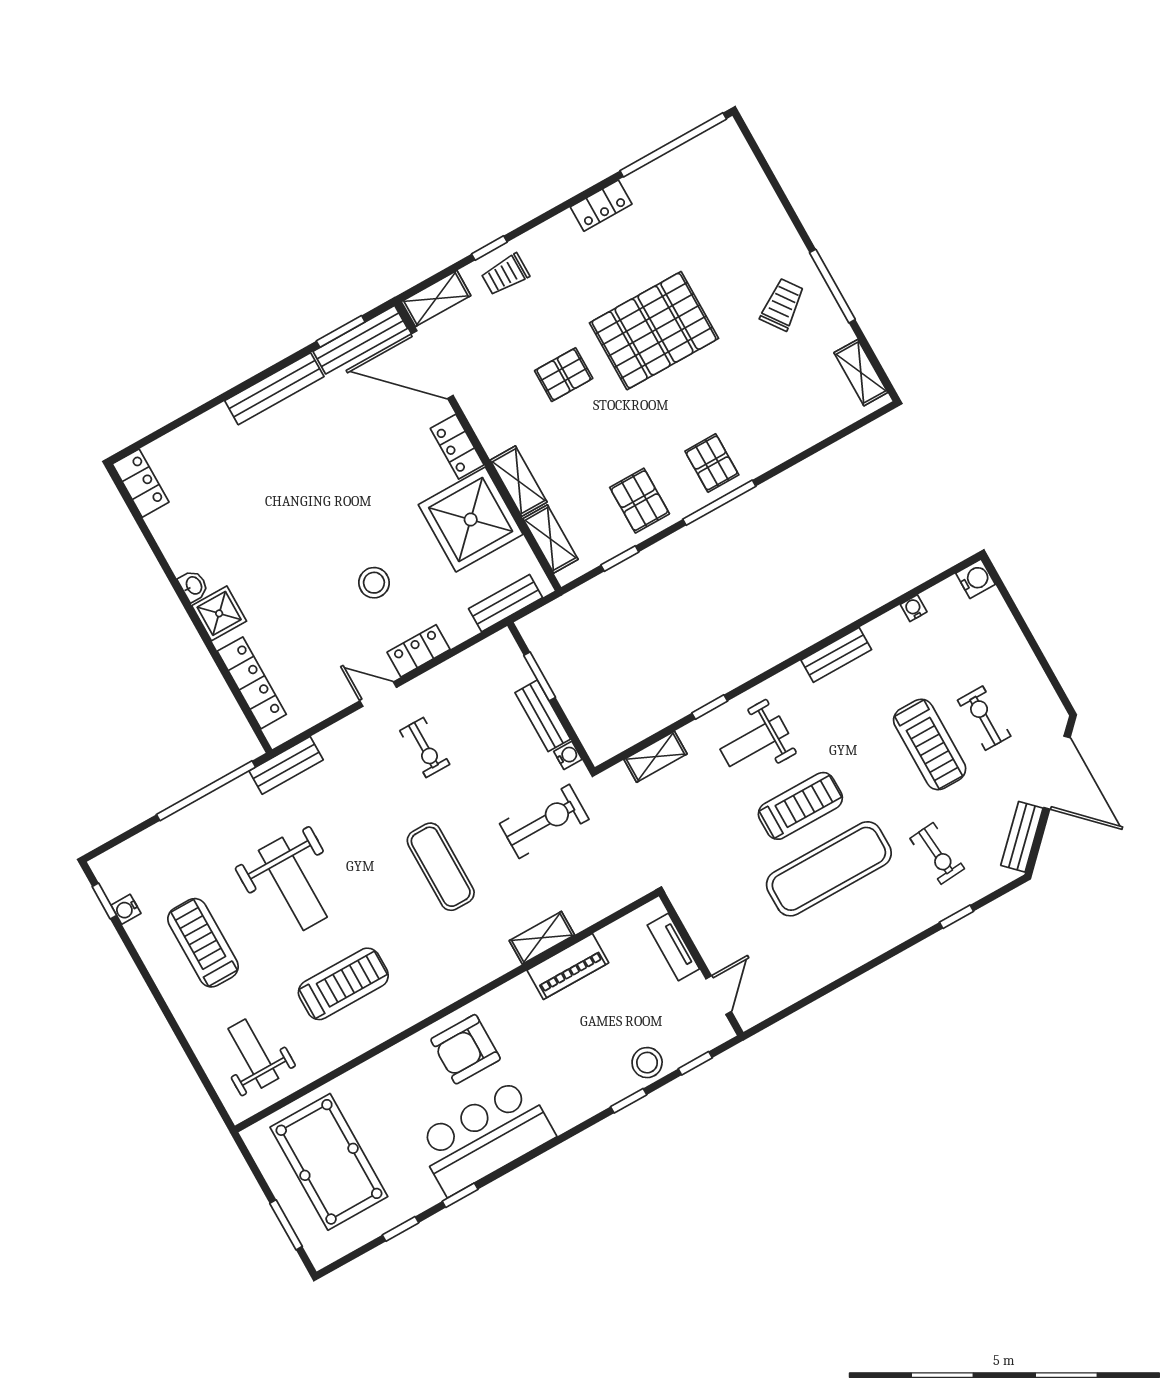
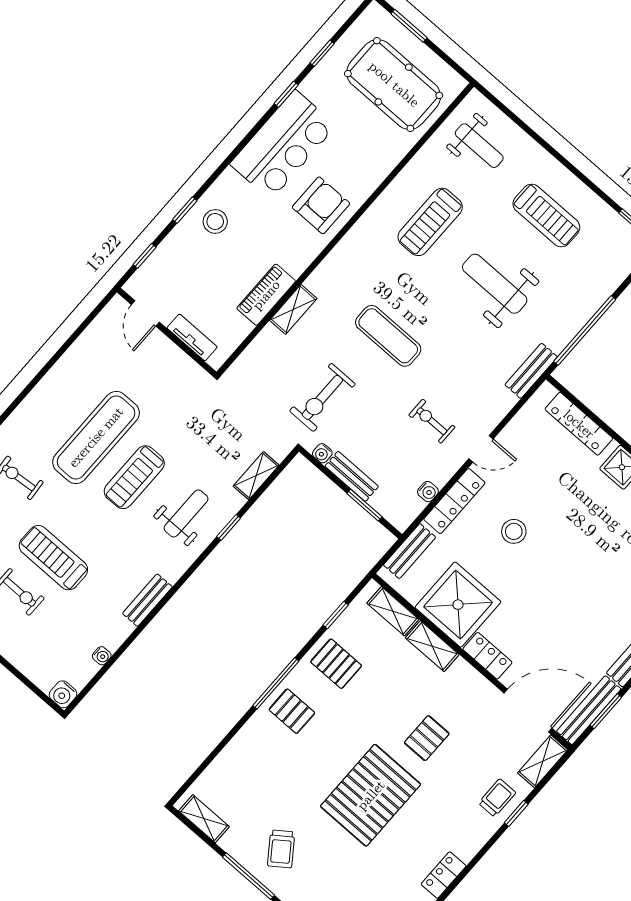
locker: (419, 651) -> (454, 501), width x1.53
water cooler: (126, 909) -> (428, 492), moved, turned 90
stool: (647, 1063) -> (215, 221), moved

